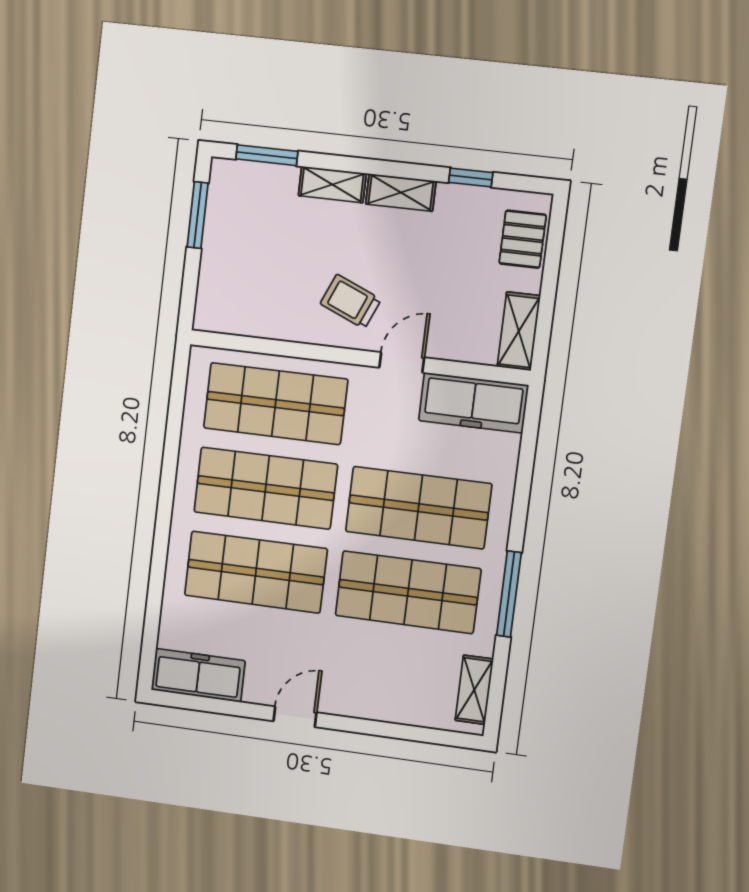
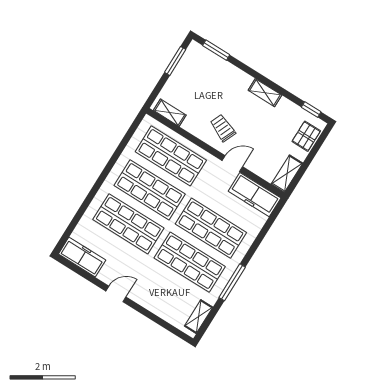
window: (471, 177) -> (311, 110), moved
shelving: (332, 185) -> (170, 113), moved

